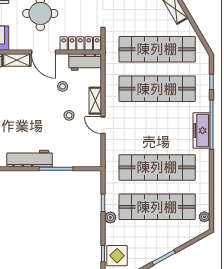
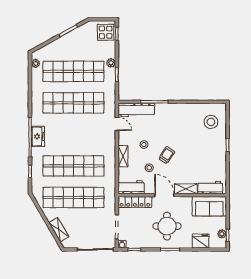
trolley: (41, 102) -> (167, 155), added
door: (103, 125) -> (117, 124), moved
freezer: (201, 131) -> (38, 137), width x0.71
workbench: (30, 159) -> (136, 110), moved

